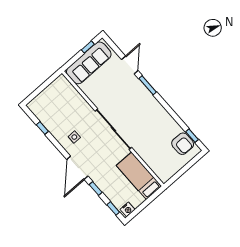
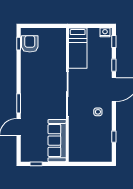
sofa: (89, 63) -> (57, 141), moved, turned -90

